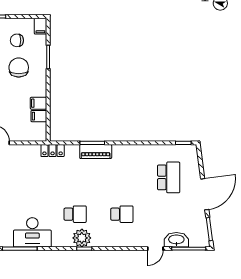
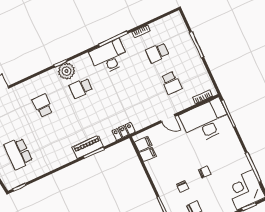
chair: (19, 67) -> (182, 187), width x0.54, depth x0.54
filing cabinet: (38, 103) -> (143, 144), moved
school desk: (122, 214) -> (43, 106), turned 90

